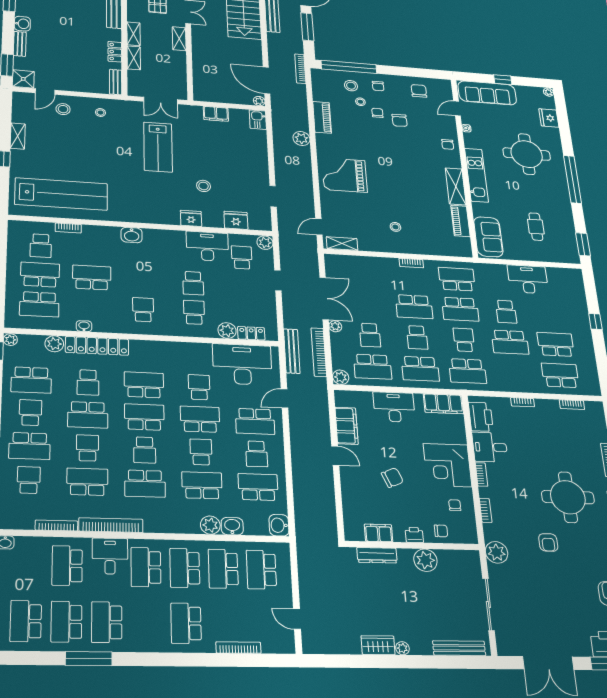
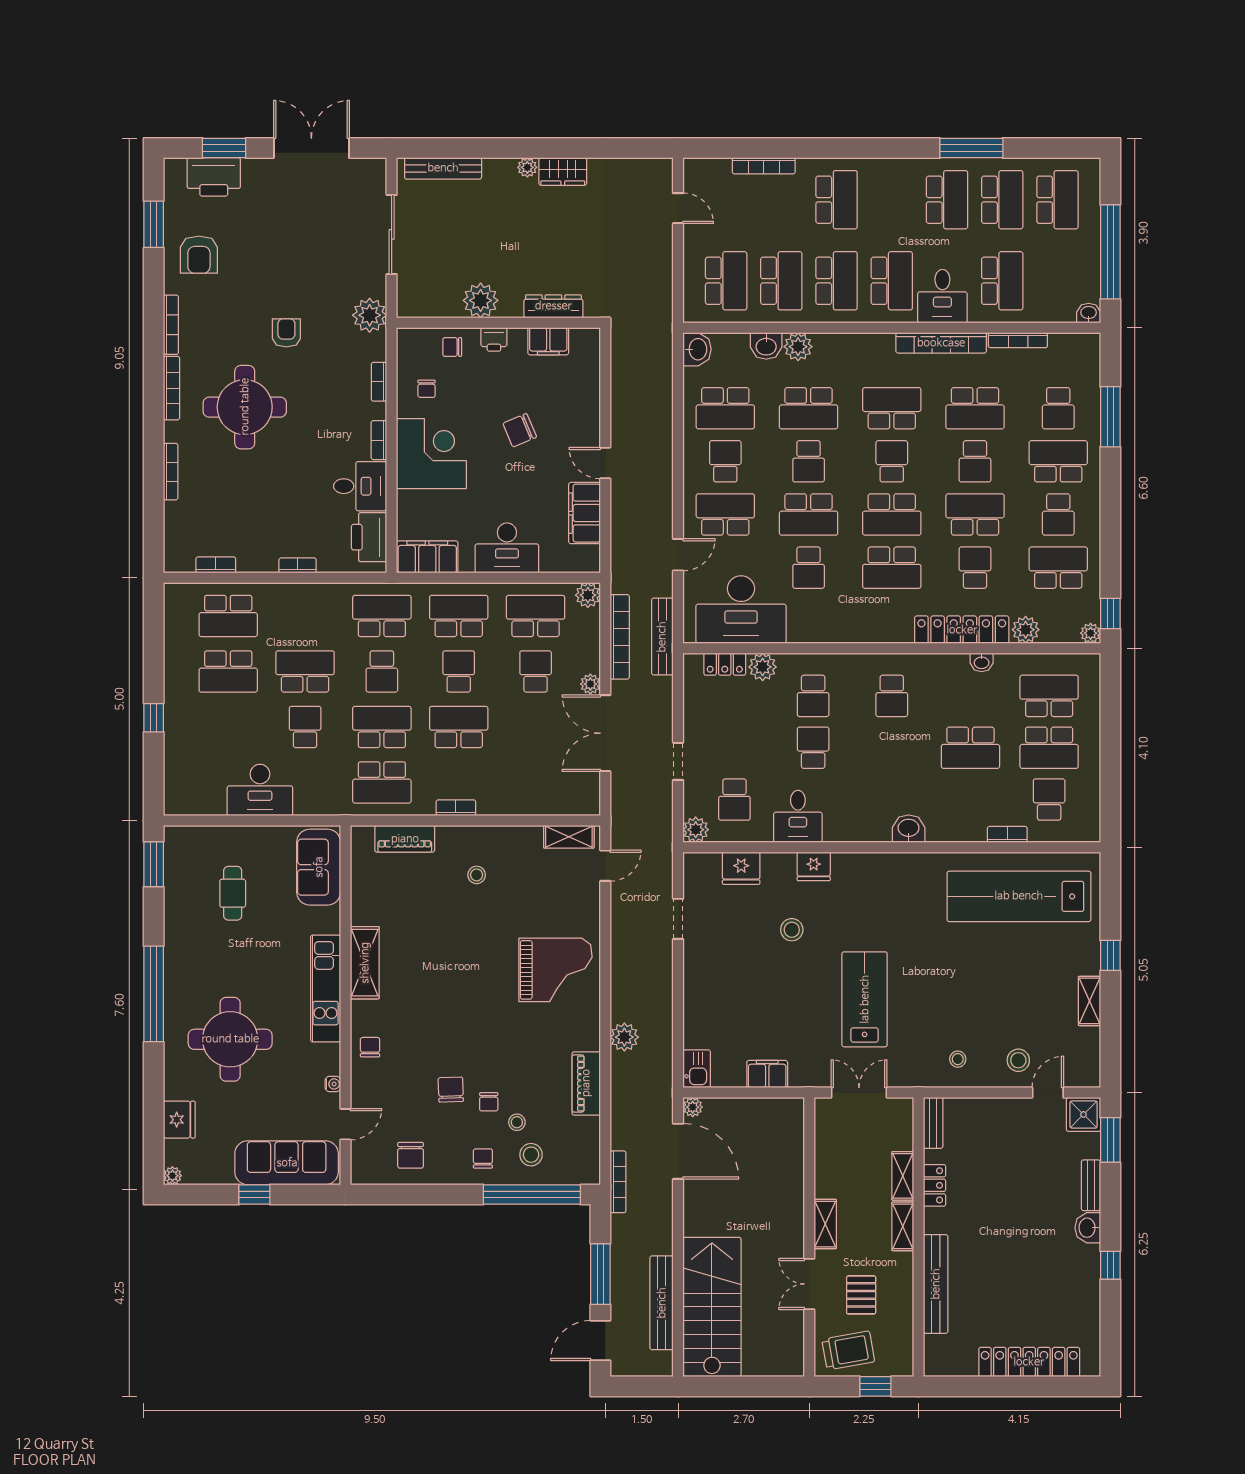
piano: (460, 221) -> (405, 839), moved, turned 90
desk: (207, 246) -> (798, 816), width x0.73

